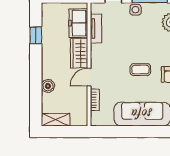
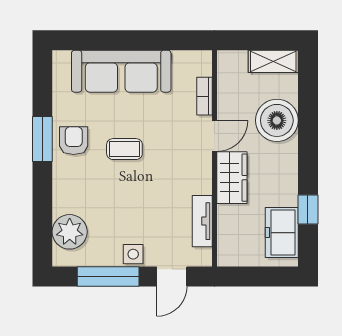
freezer: (78, 23) -> (282, 233), moved, turned 180
boiler: (48, 86) -> (277, 120), width x1.86, depth x1.86

